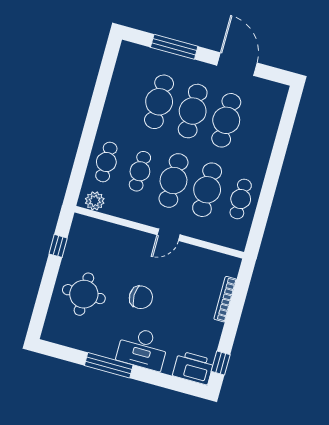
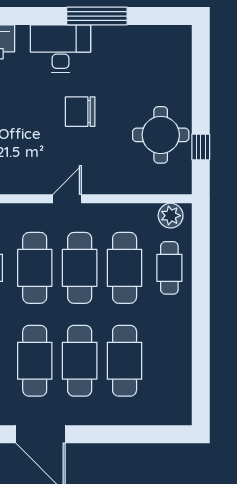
window: (174, 47) -> (125, 434), removed
cafe table: (140, 171) -> (125, 268), width x1.37, depth x1.35
round table: (84, 294) -> (161, 135), moved

